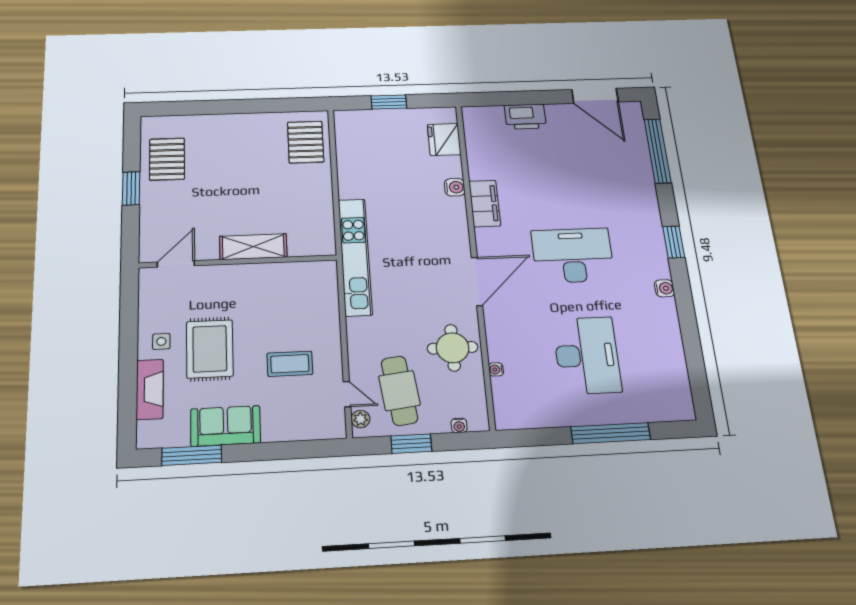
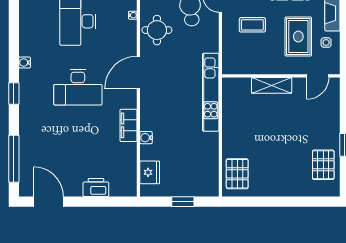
shelving: (253, 247) -> (272, 85), moved
wall: (238, 261) -> (281, 76), moved
door: (176, 264) -> (318, 76), moved

